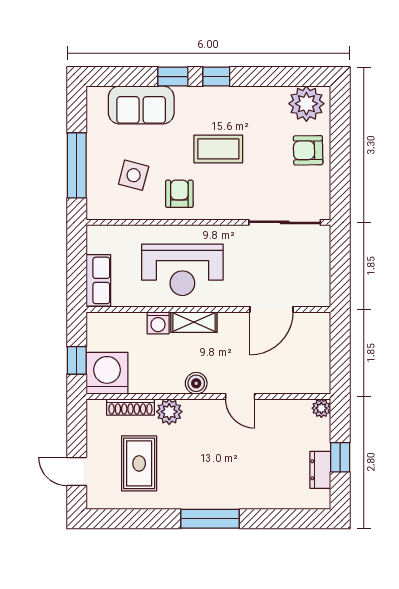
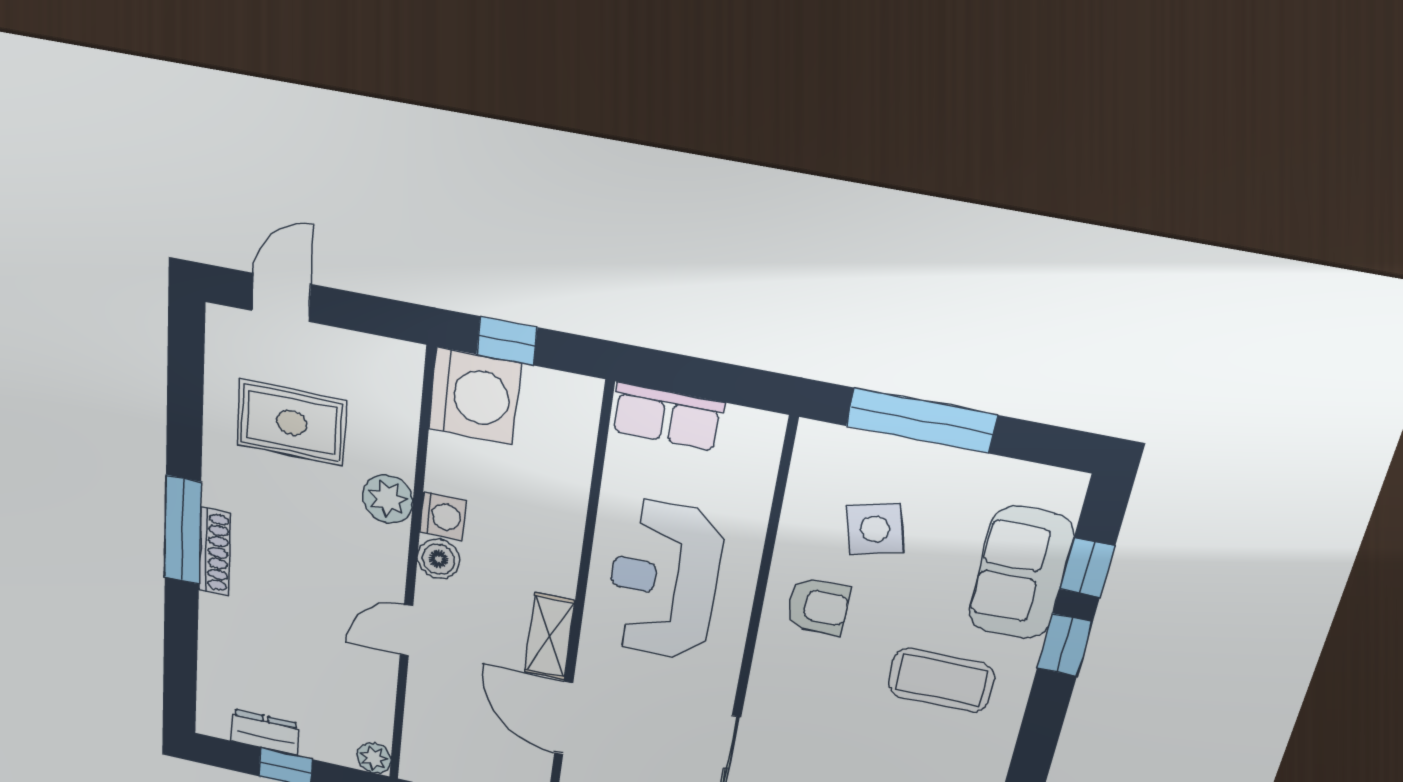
window: (216, 77) -> (1087, 568), moved
coffee table: (218, 149) -> (941, 680), moved, turned 90
side table: (134, 175) -> (875, 529), turned -30
shelving: (194, 322) -> (550, 637), moved
washing machine: (158, 323) -> (443, 516), moved, turned 180
shoe rack: (130, 407) -> (215, 552), moved, turned 180

